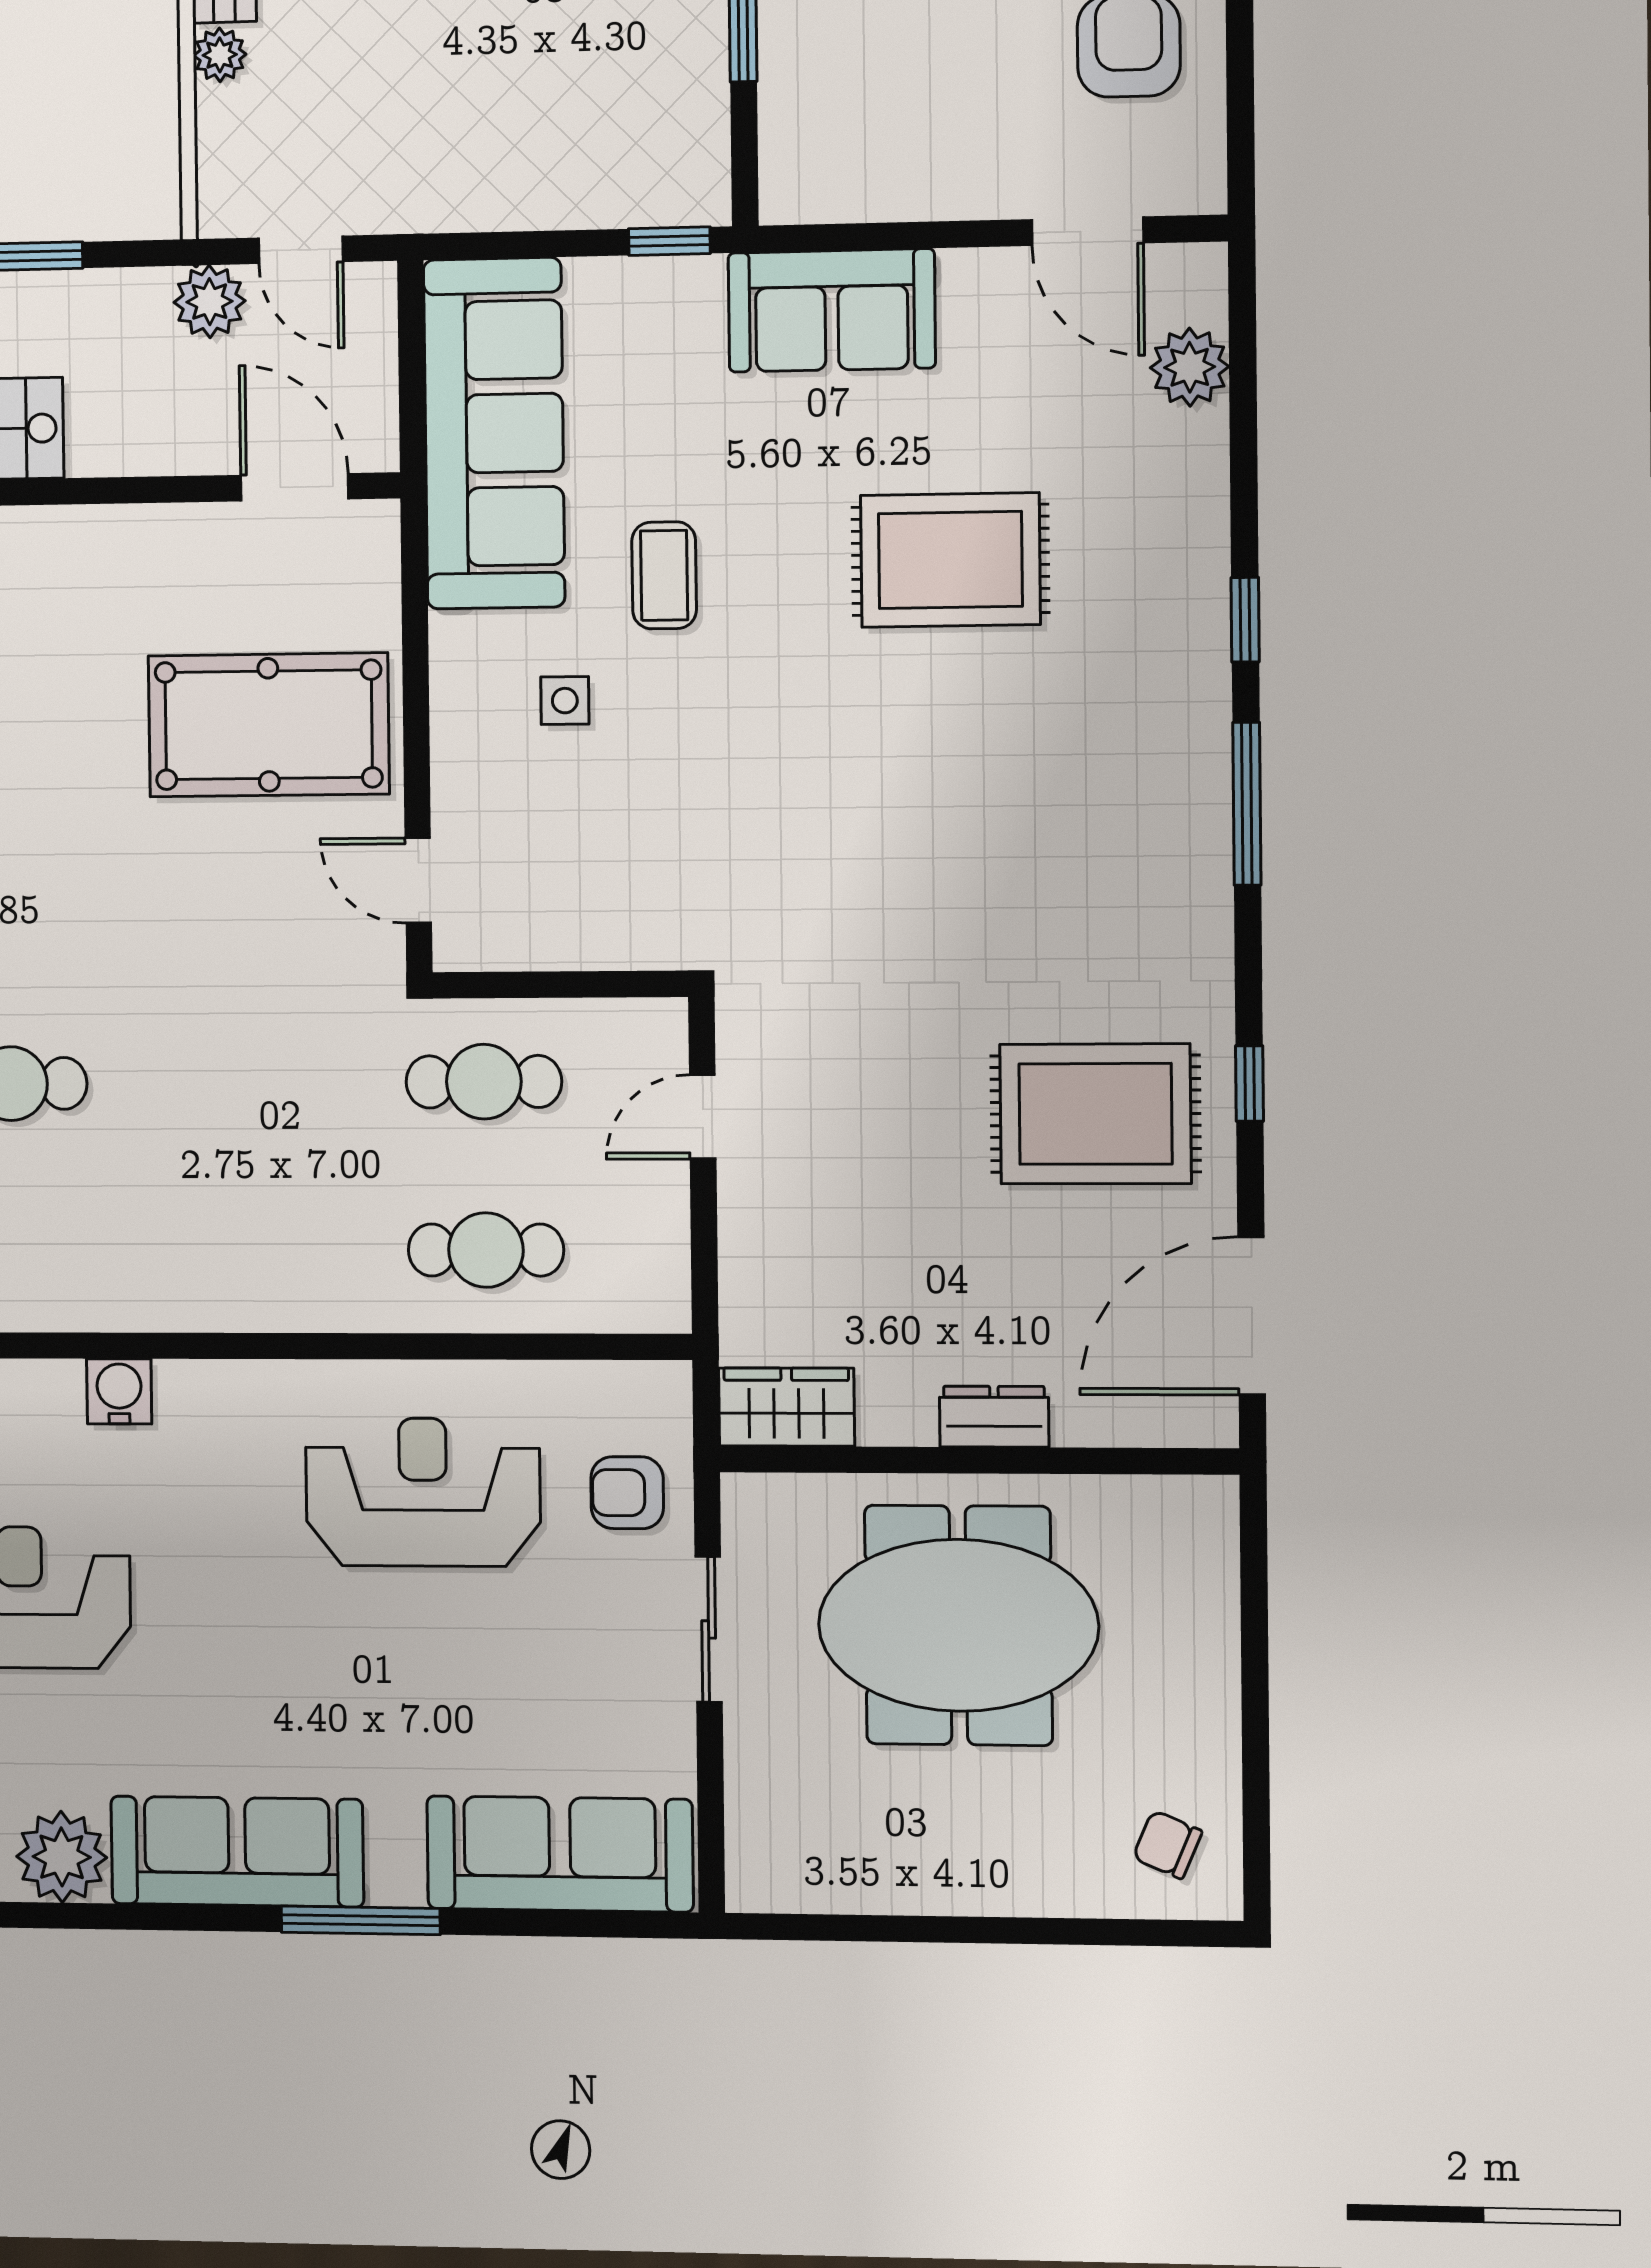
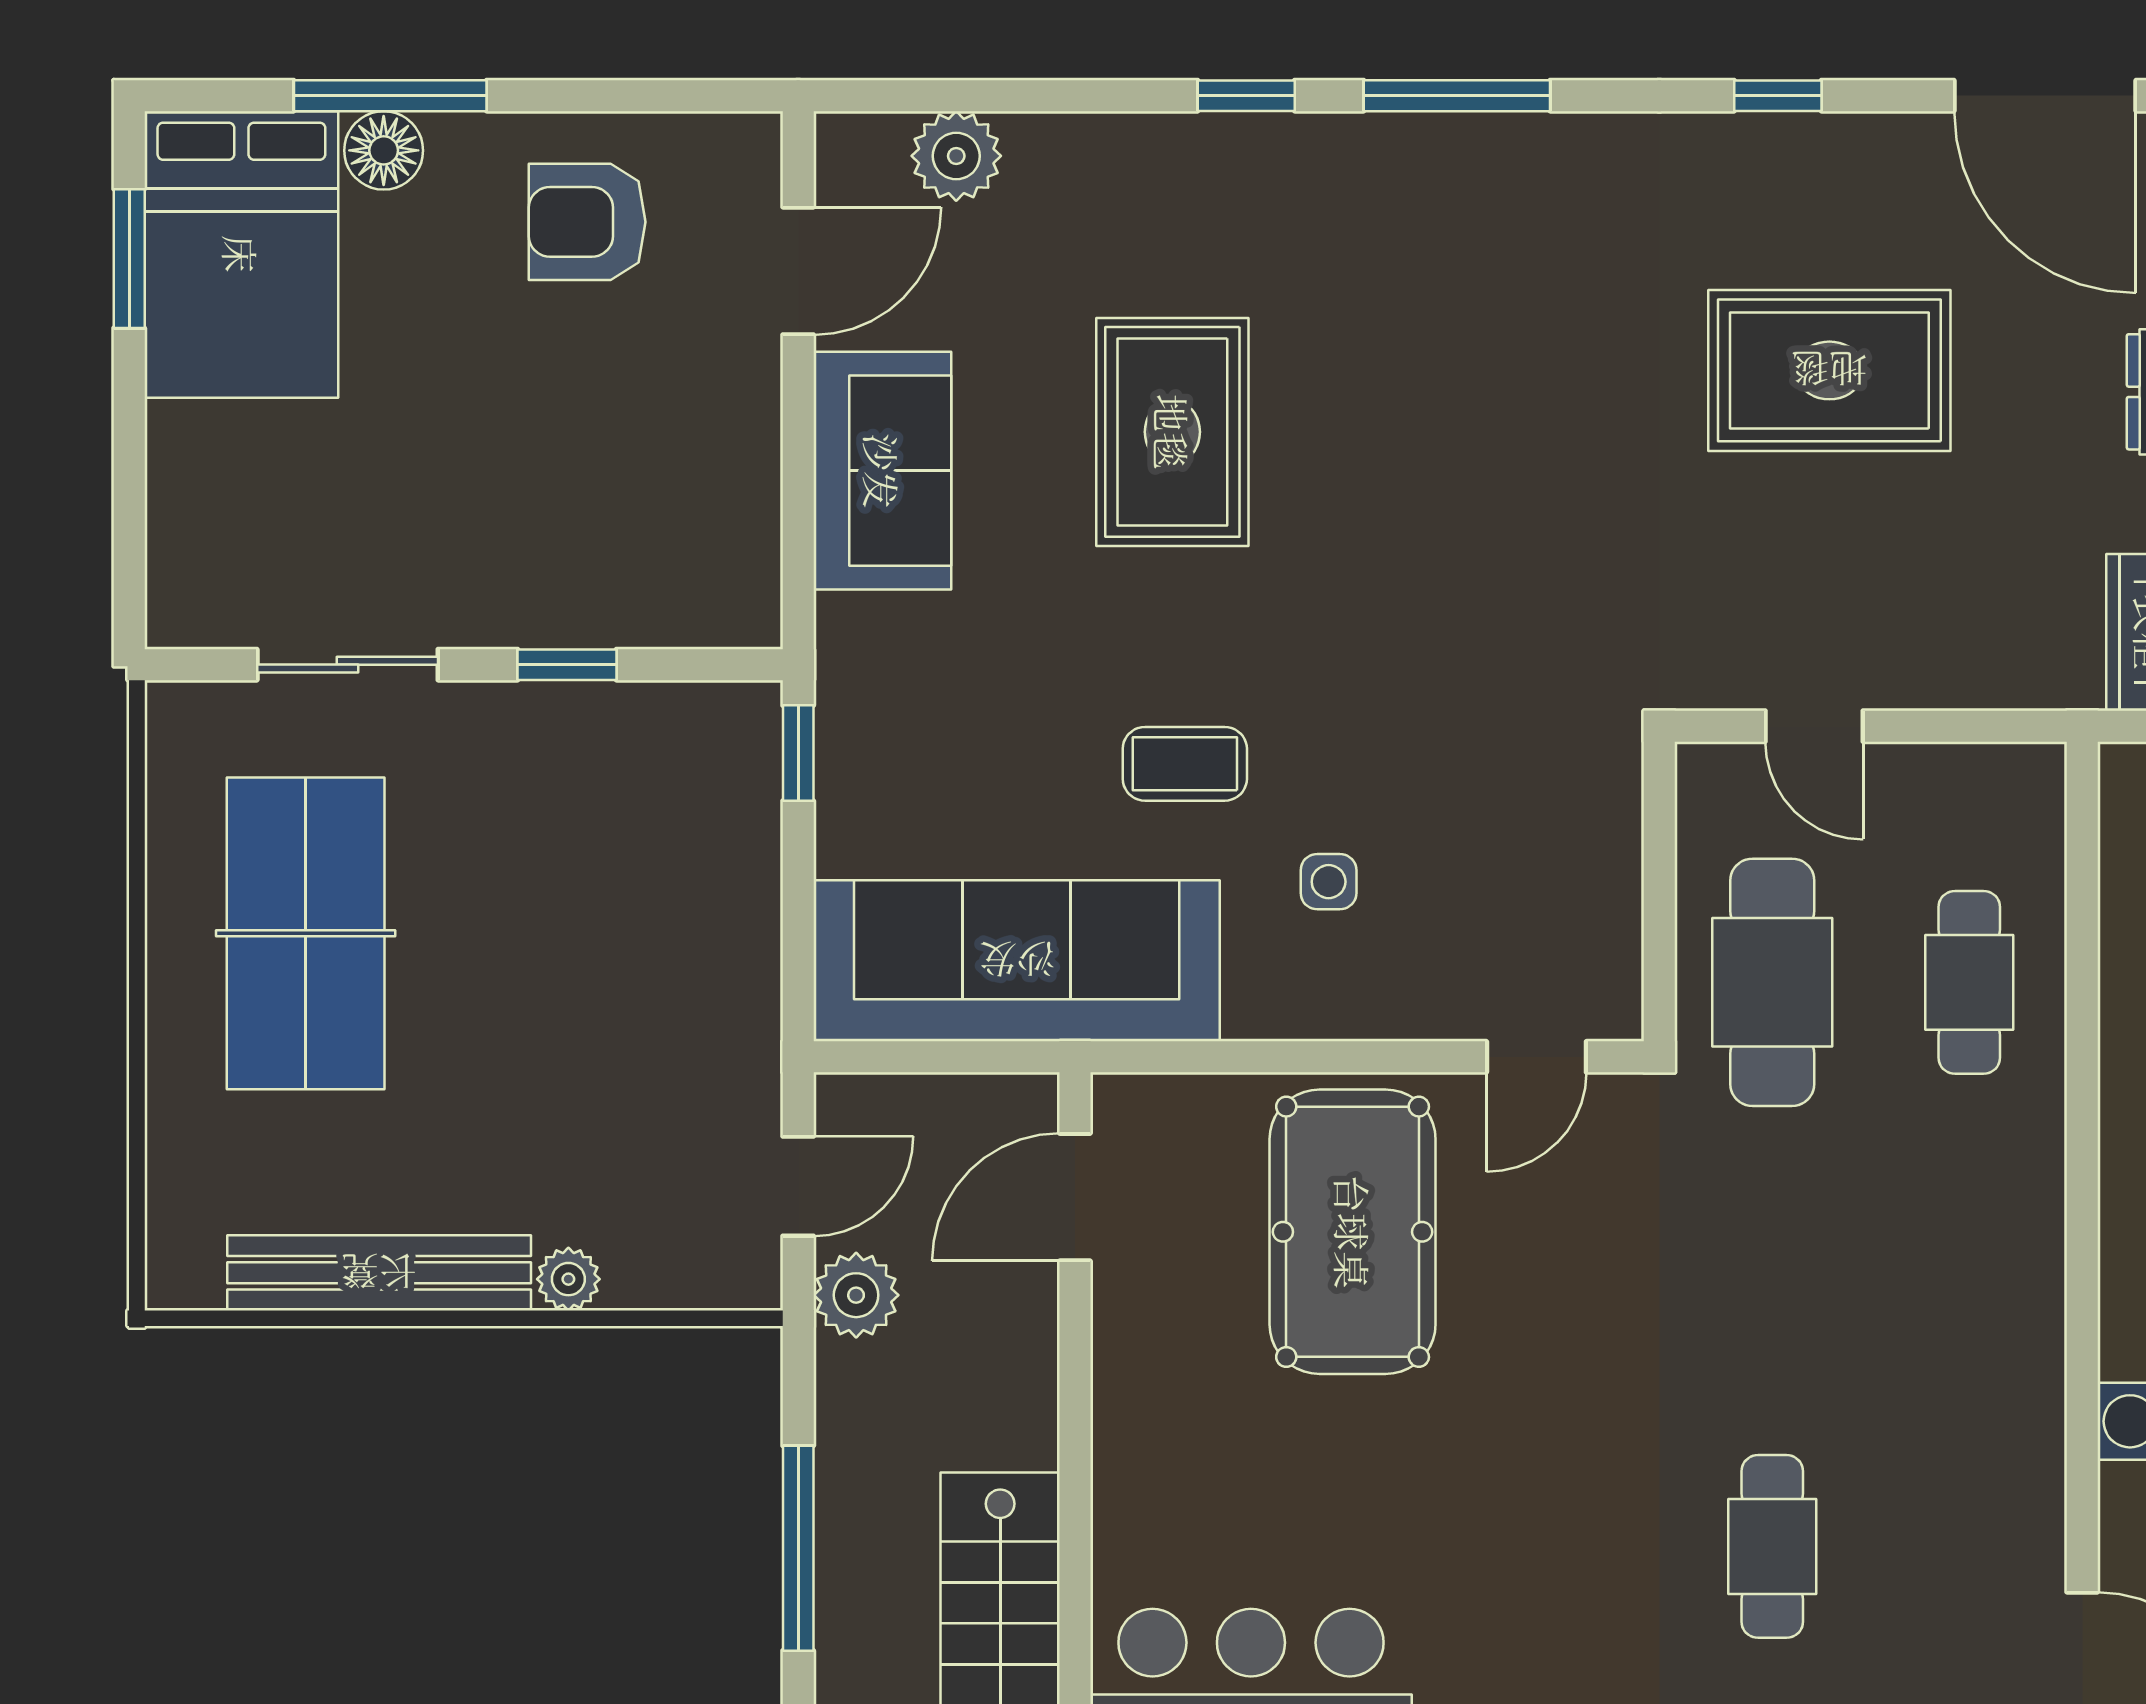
sofa: (832, 310) -> (882, 471), moved
cafe table: (484, 1082) -> (1772, 982), width x1.37, depth x1.35
rug: (1095, 1114) -> (1829, 370), moved, turned 90

